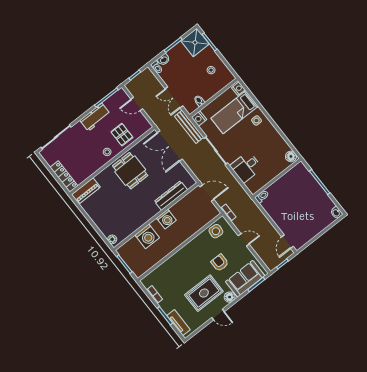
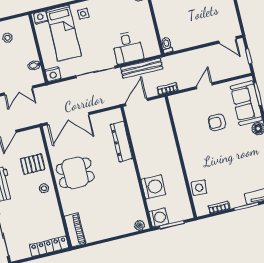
bench: (189, 127) -> (142, 68), moved
washing machine: (166, 219) -> (159, 218), moved
side table: (216, 231) -> (199, 188), moved
rug: (204, 293) -> (241, 154), removed

